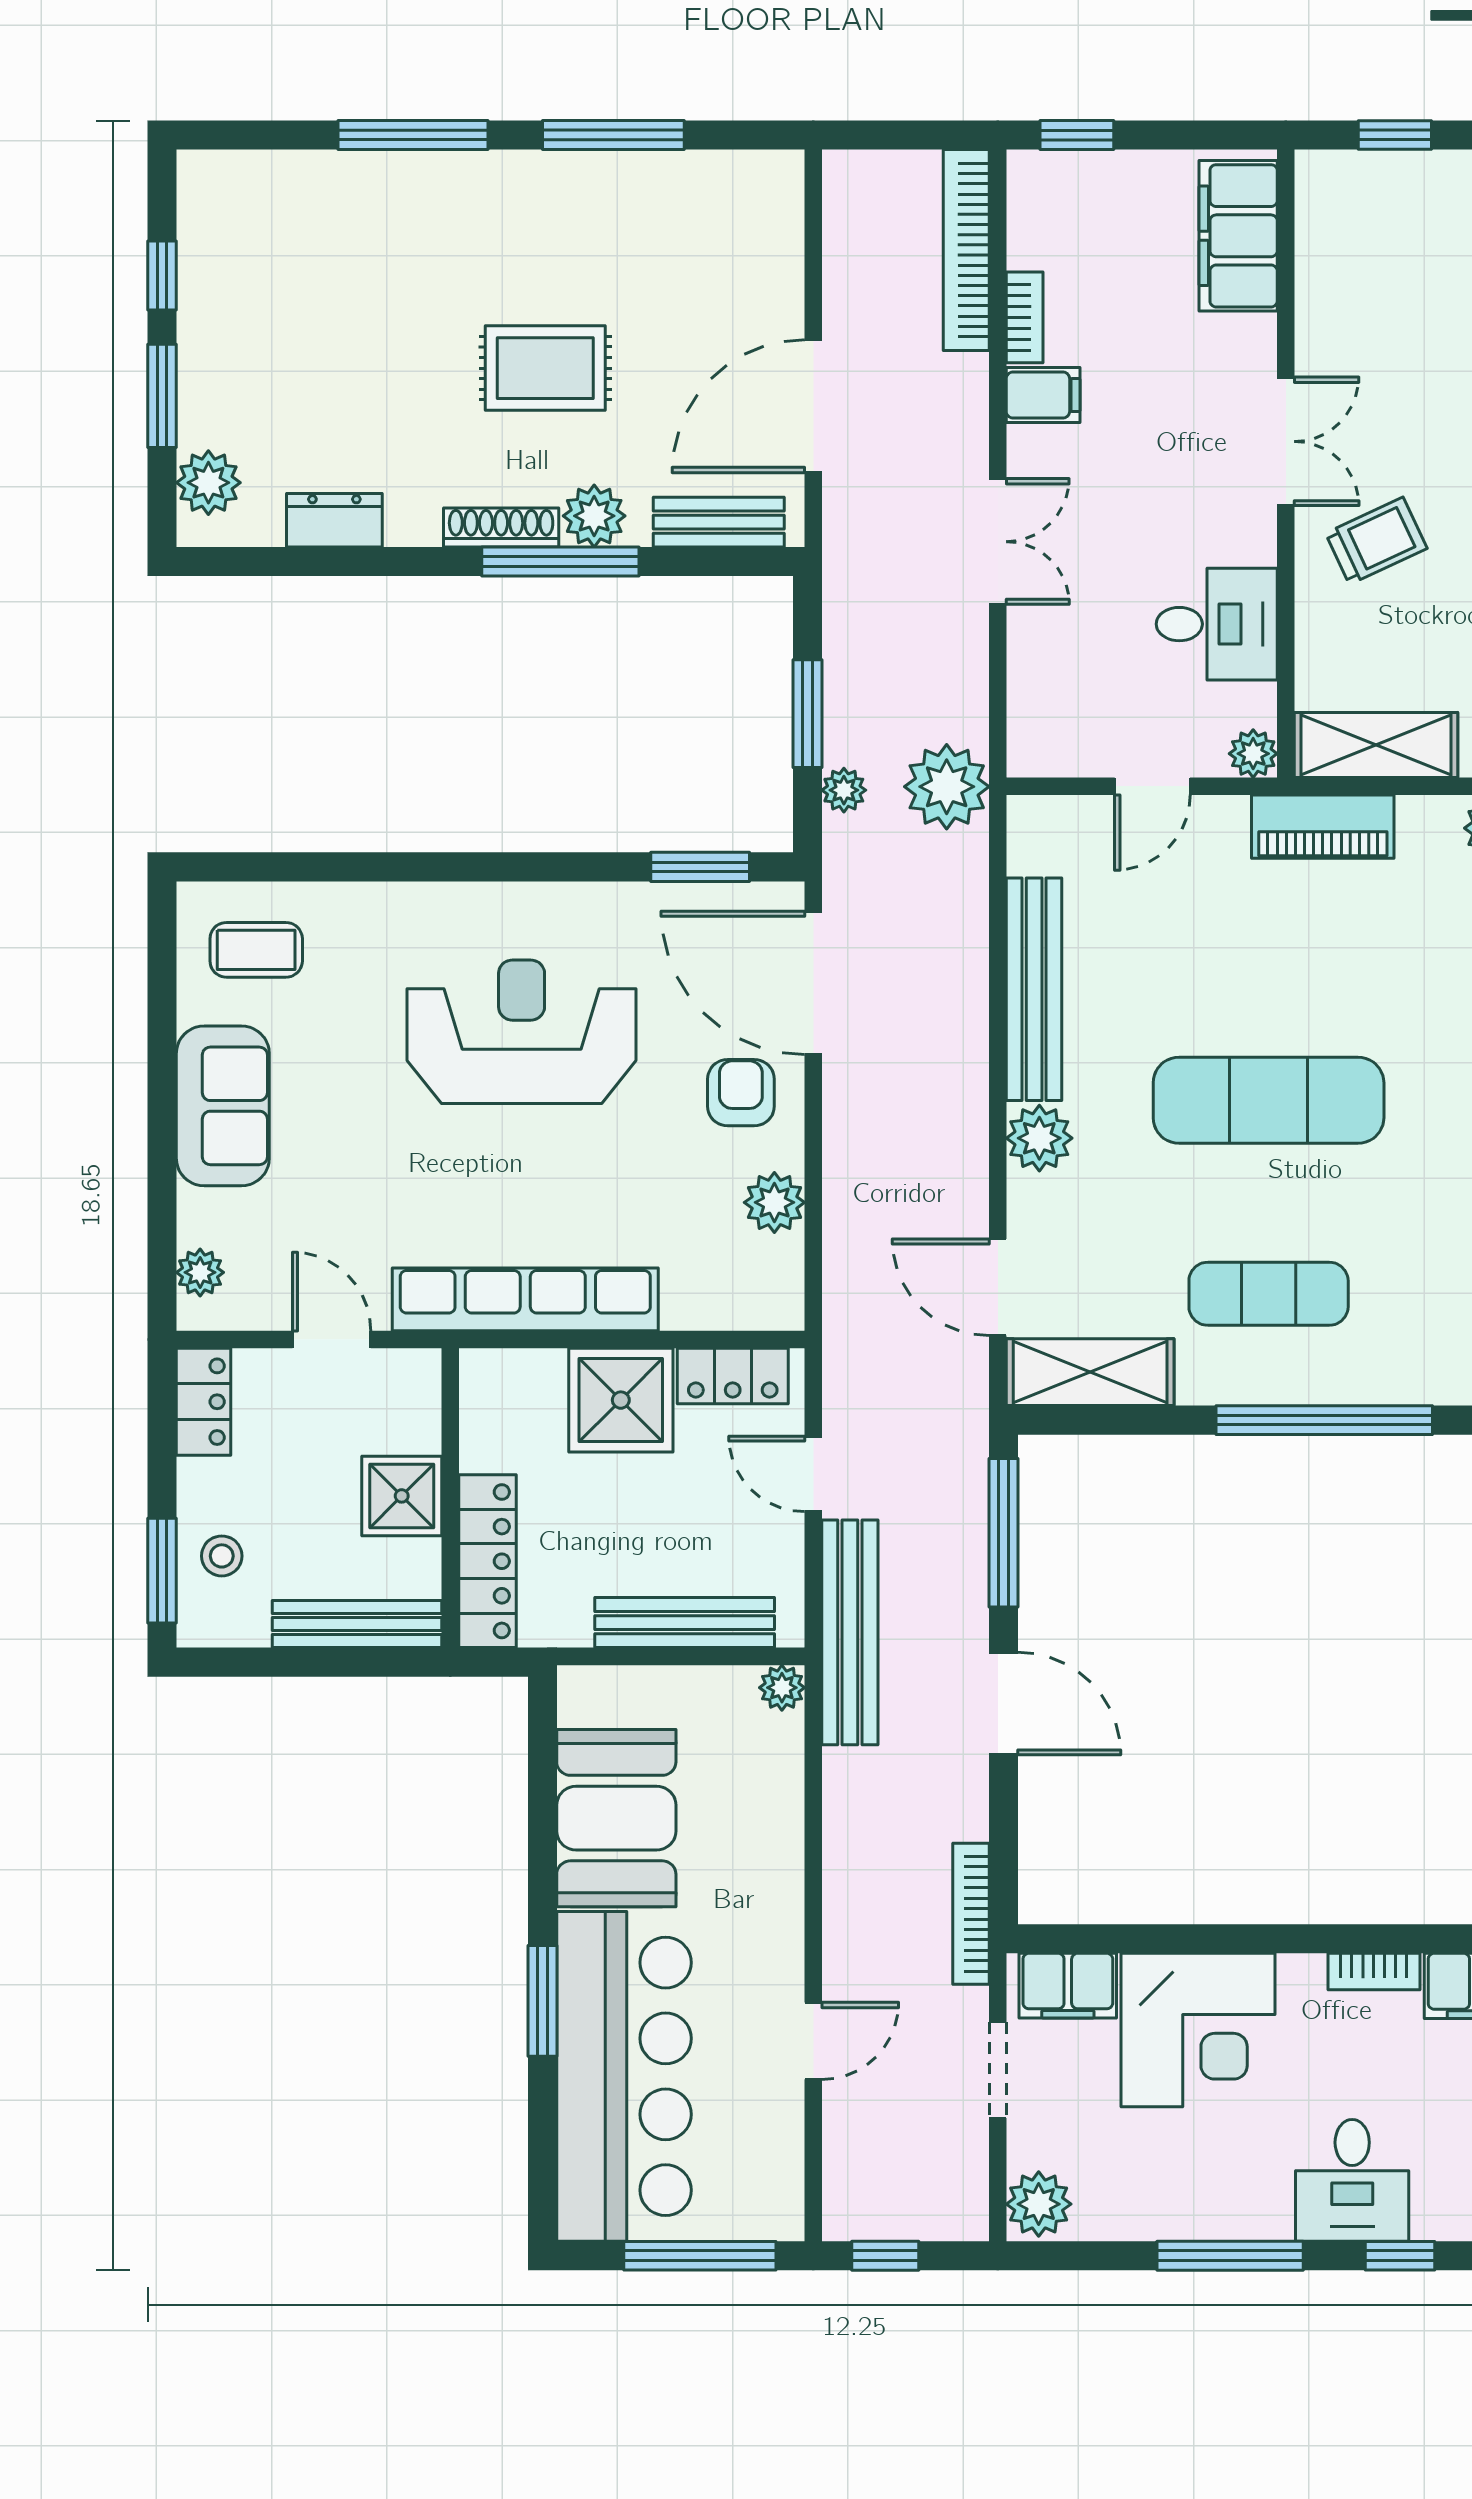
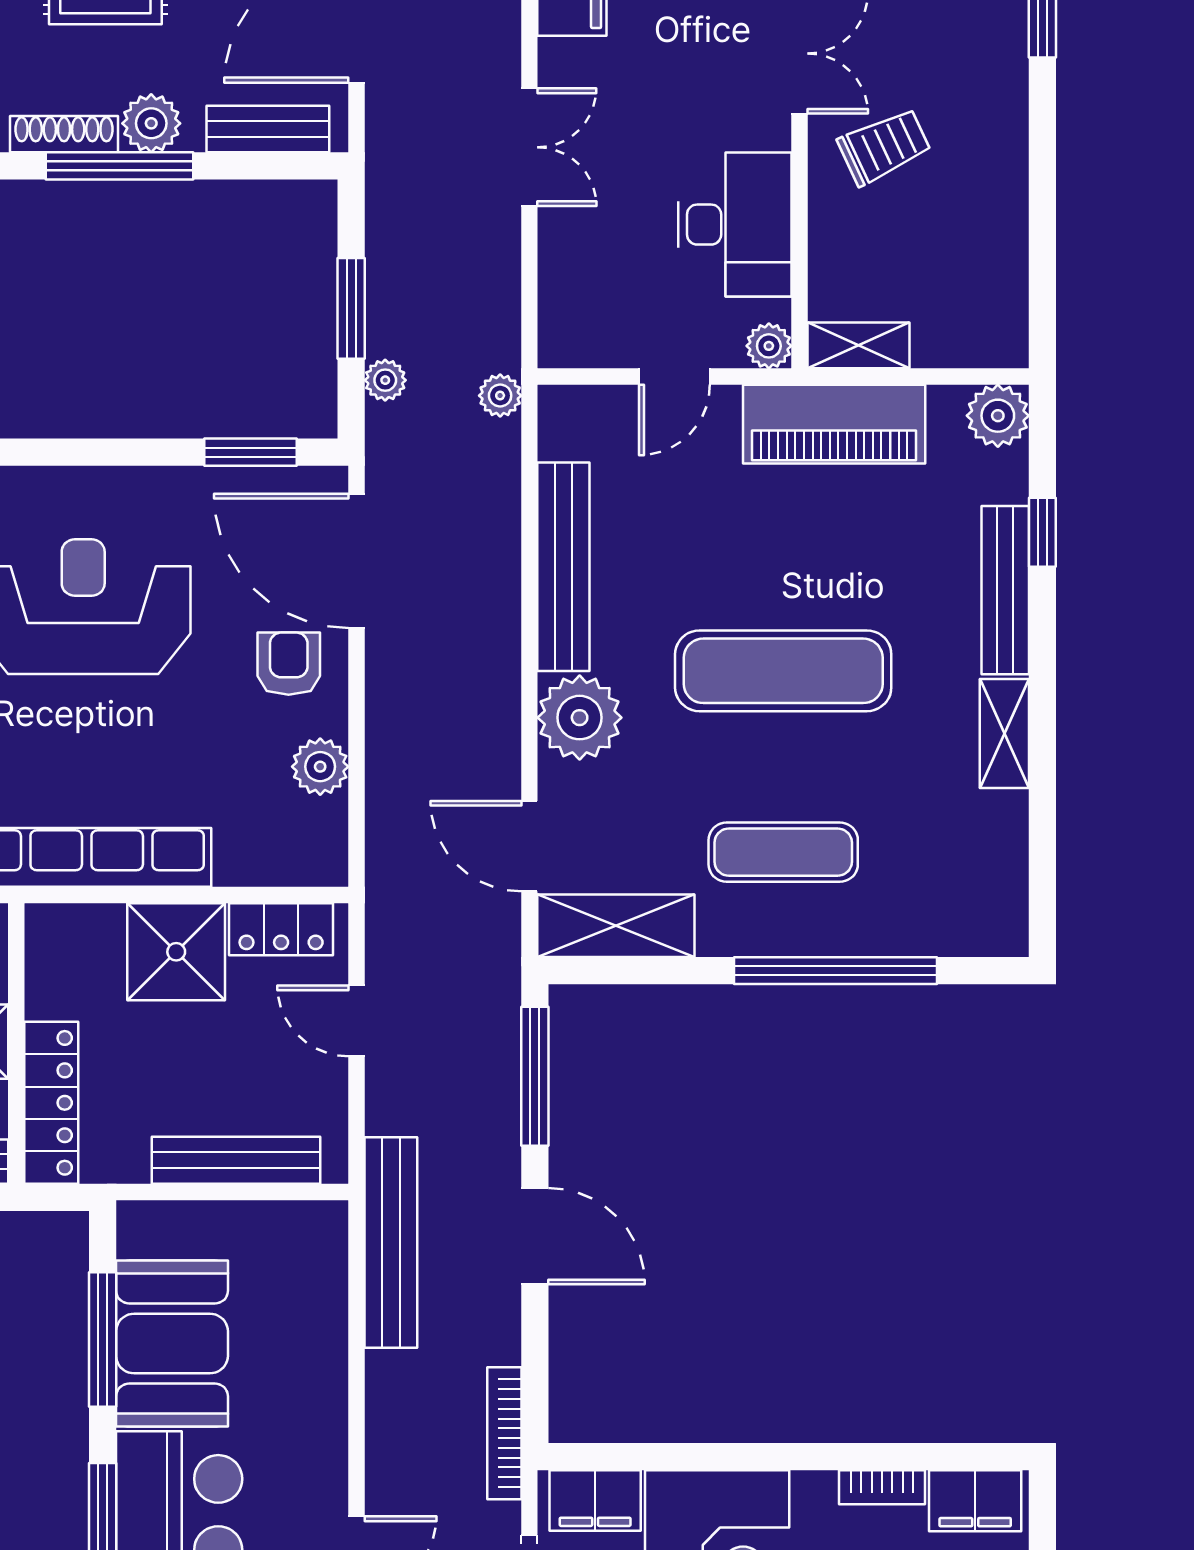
desk: (1217, 624) -> (735, 225), width x1.37
shelving: (1376, 745) -> (858, 345), width x0.67, depth x0.75
plant: (947, 787) -> (500, 396), width x0.53, depth x0.53
piano: (1323, 827) -> (834, 424), width x1.37, depth x1.33
plant: (1039, 1138) -> (580, 718), width x1.36, depth x1.36
bench: (850, 1632) -> (391, 1242), moved
plant: (782, 1688) -> (327, 1221), removed
window: (542, 1814) -> (103, 1340), added

